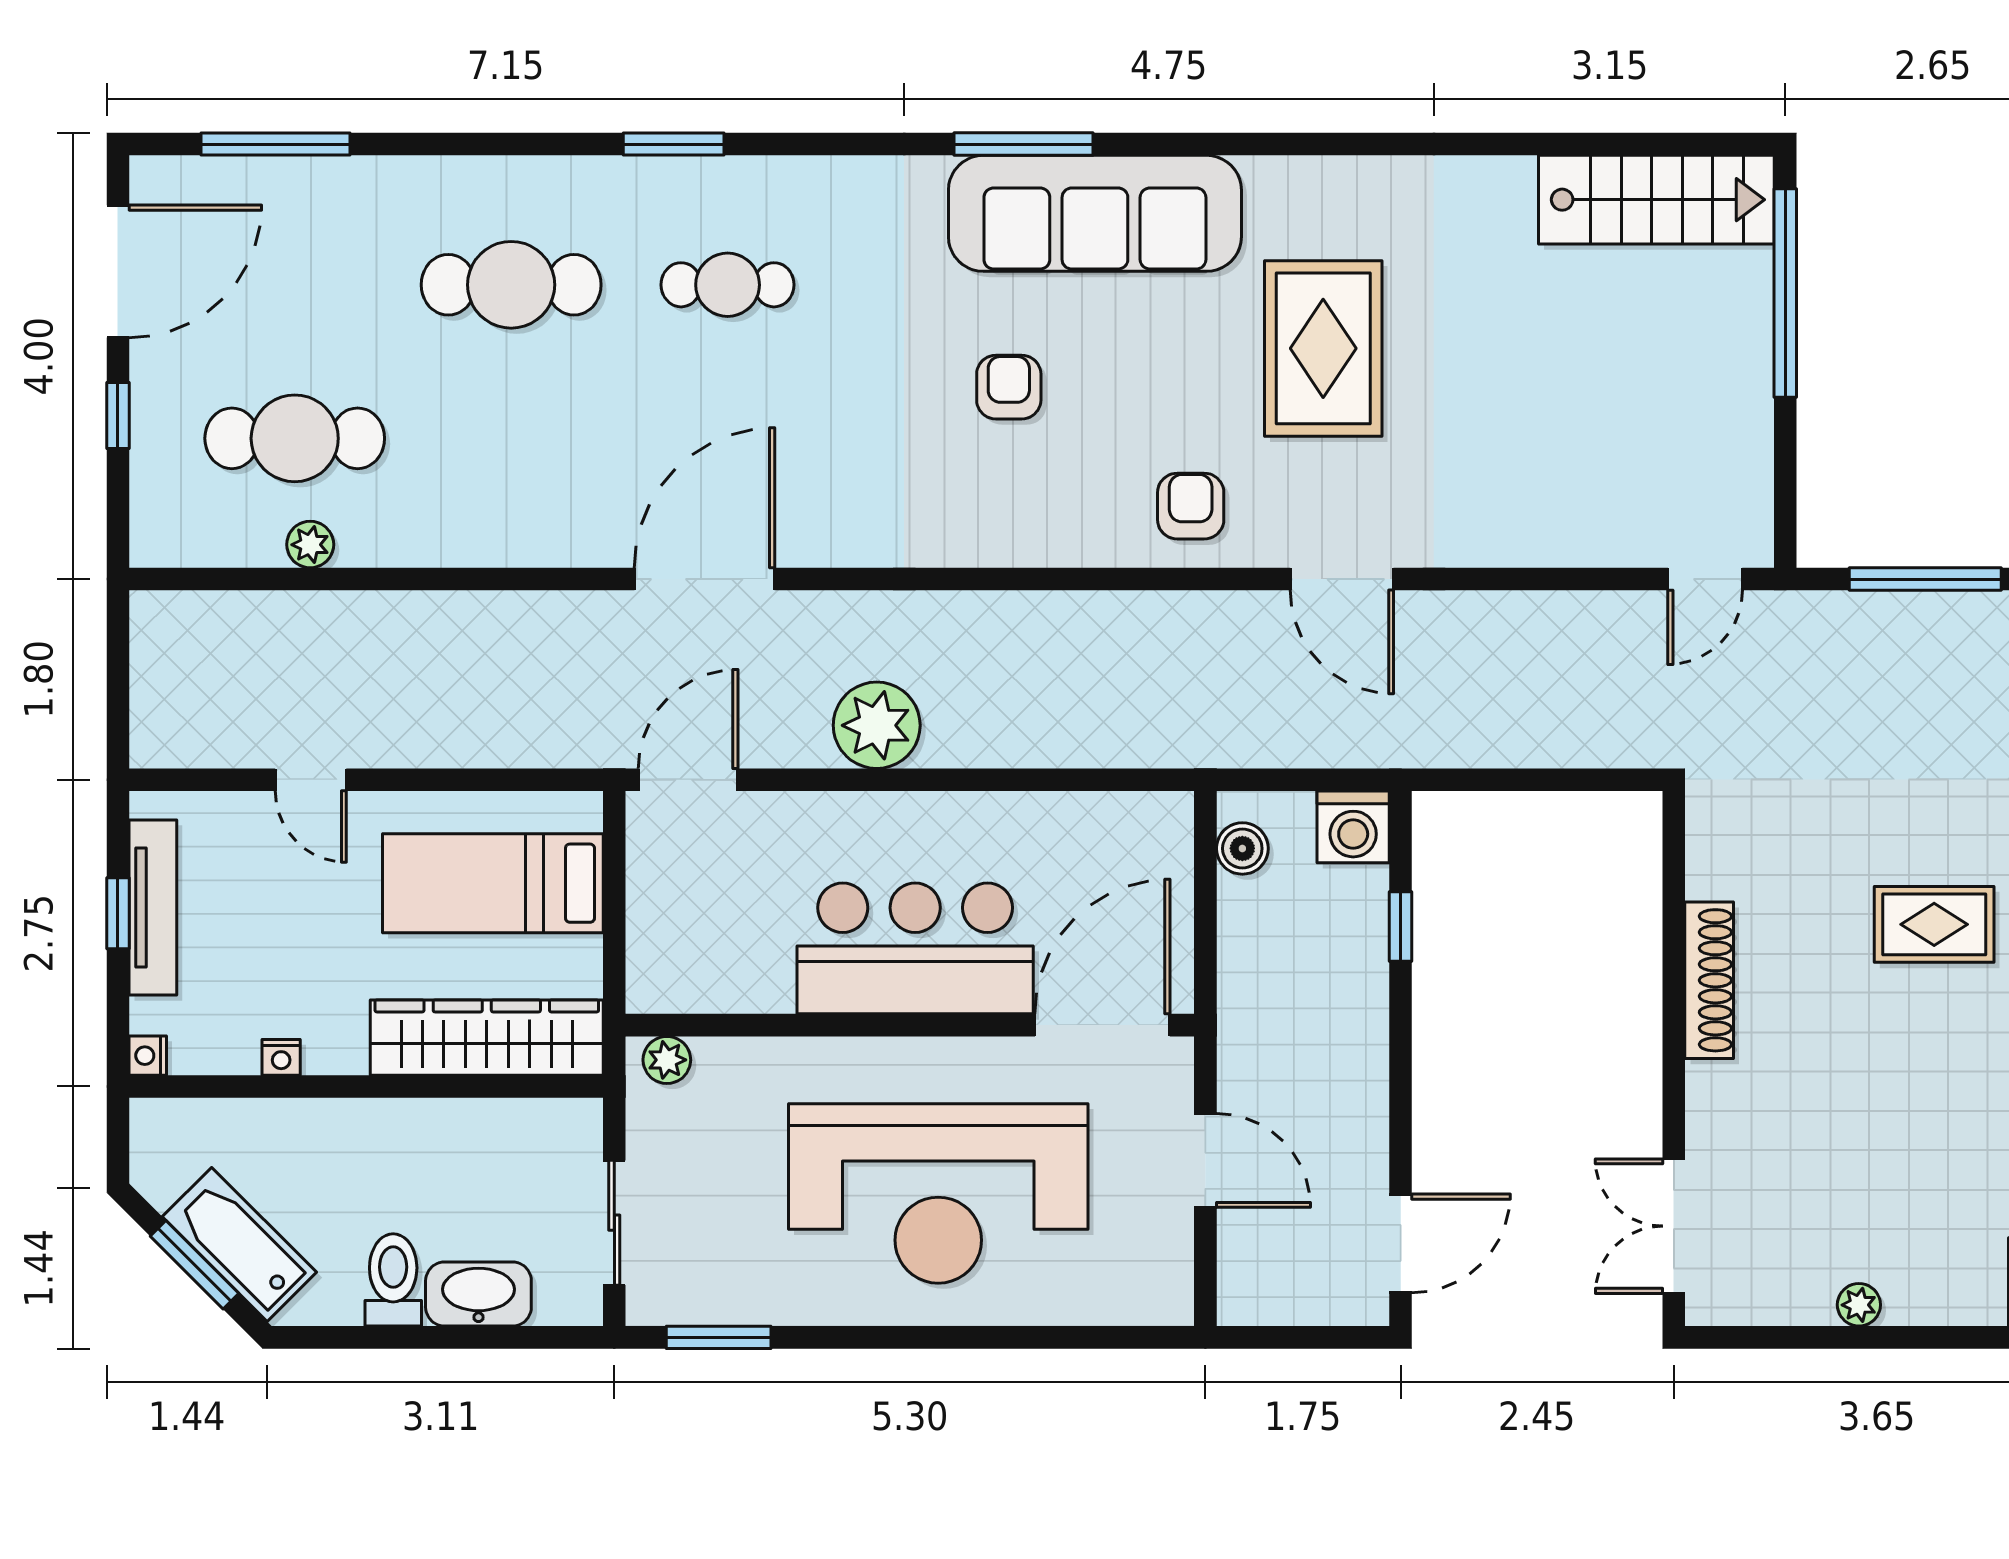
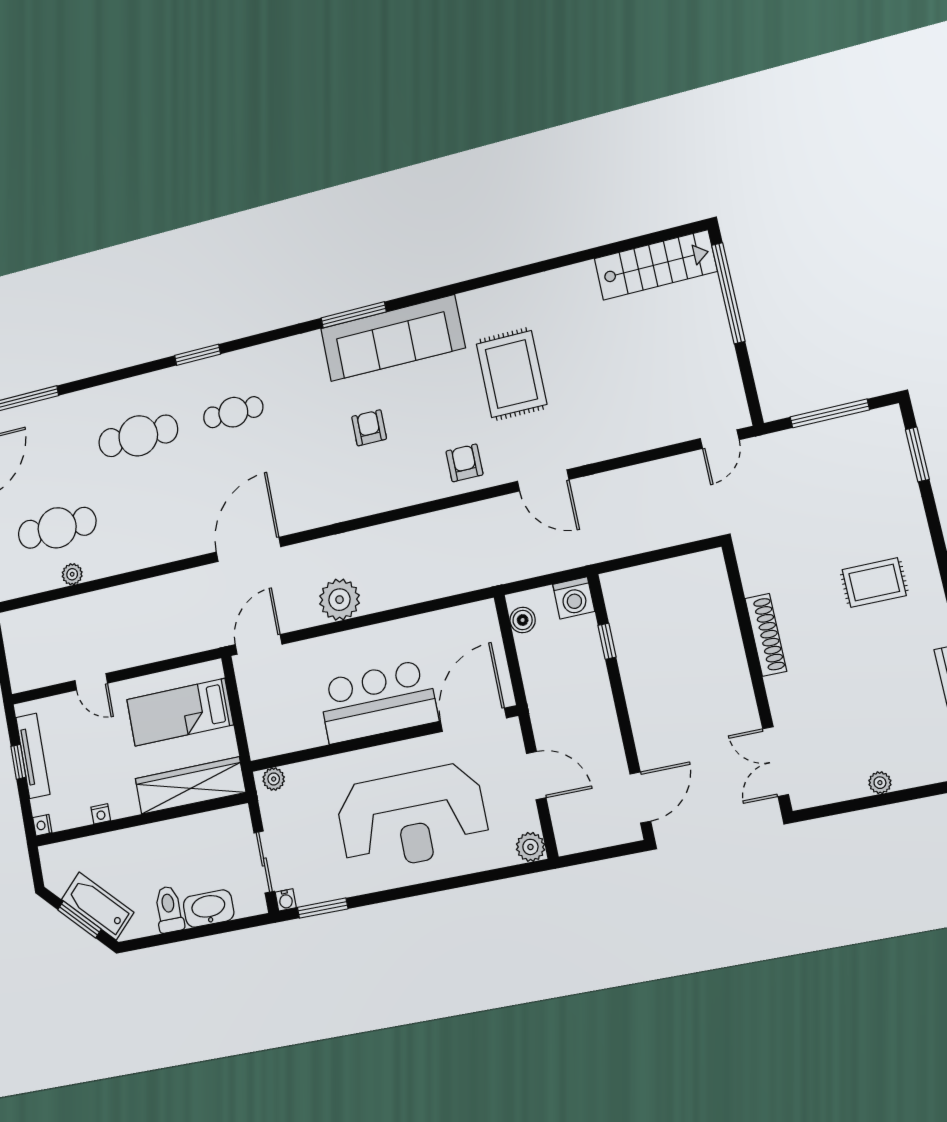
plant: (1165, 1297) -> (530, 847), added
water cooler: (645, 1307) -> (286, 900), added

